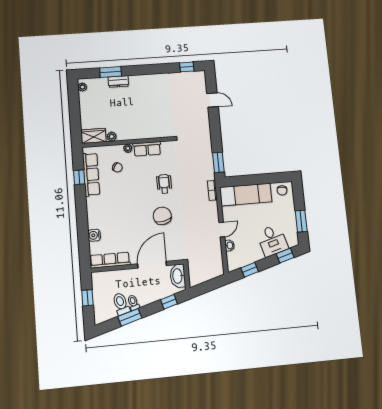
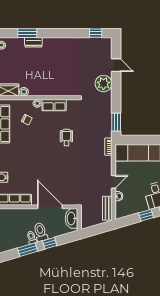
plant: (200, 121) -> (103, 84), added
chair: (162, 216) -> (62, 165), removed
bench: (218, 260) -> (107, 208), added
door: (152, 265) -> (50, 207), hinge flipped
window: (250, 270) -> (146, 215), moved
window: (169, 302) -> (50, 243), moved
toilet: (121, 304) -> (41, 232), moved

